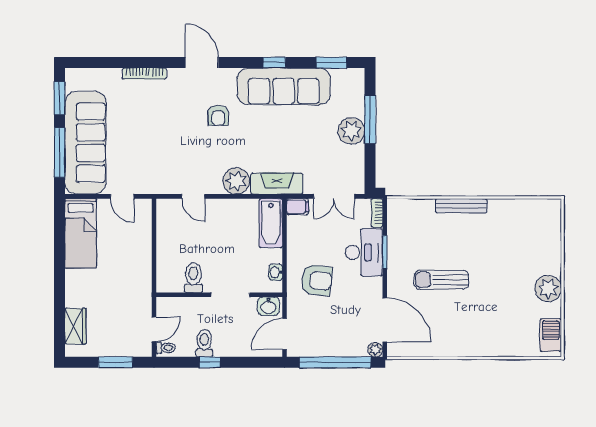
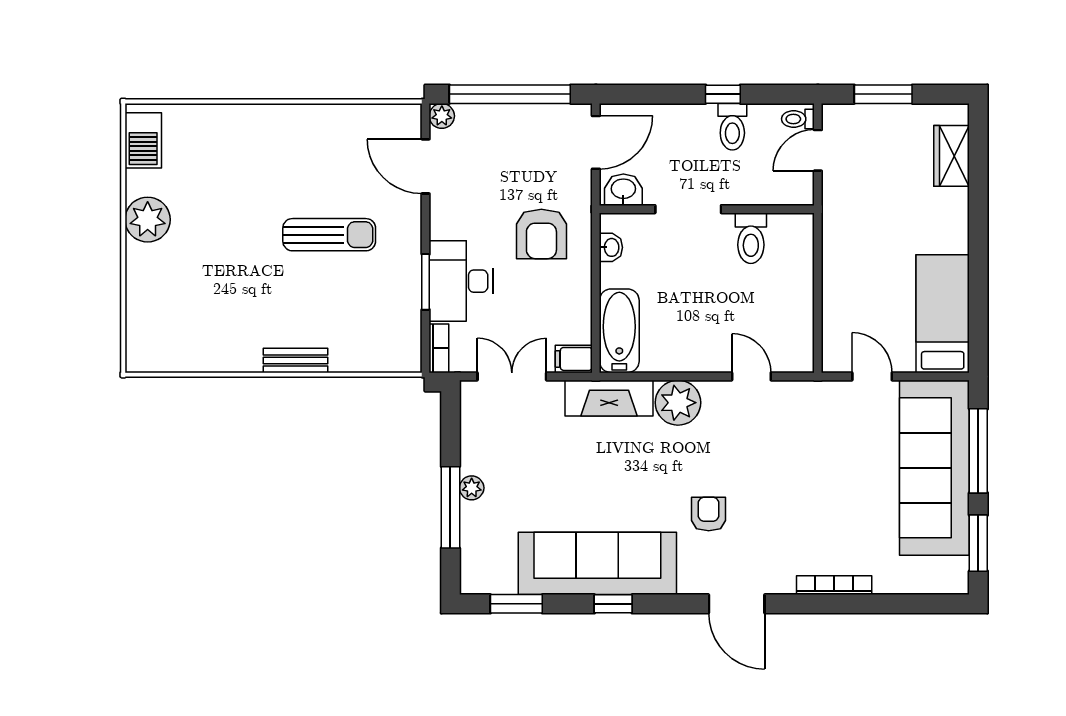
plant: (351, 131) -> (472, 488), width x0.53, depth x0.53
bench: (461, 206) -> (296, 360), width x0.73
armchair: (317, 280) -> (541, 234), turned -97
door: (385, 320) -> (426, 166), width x0.73

